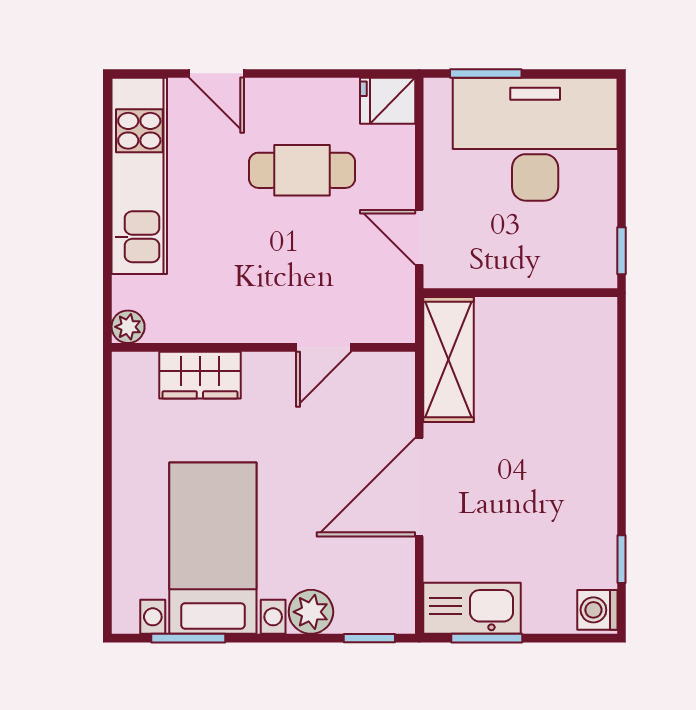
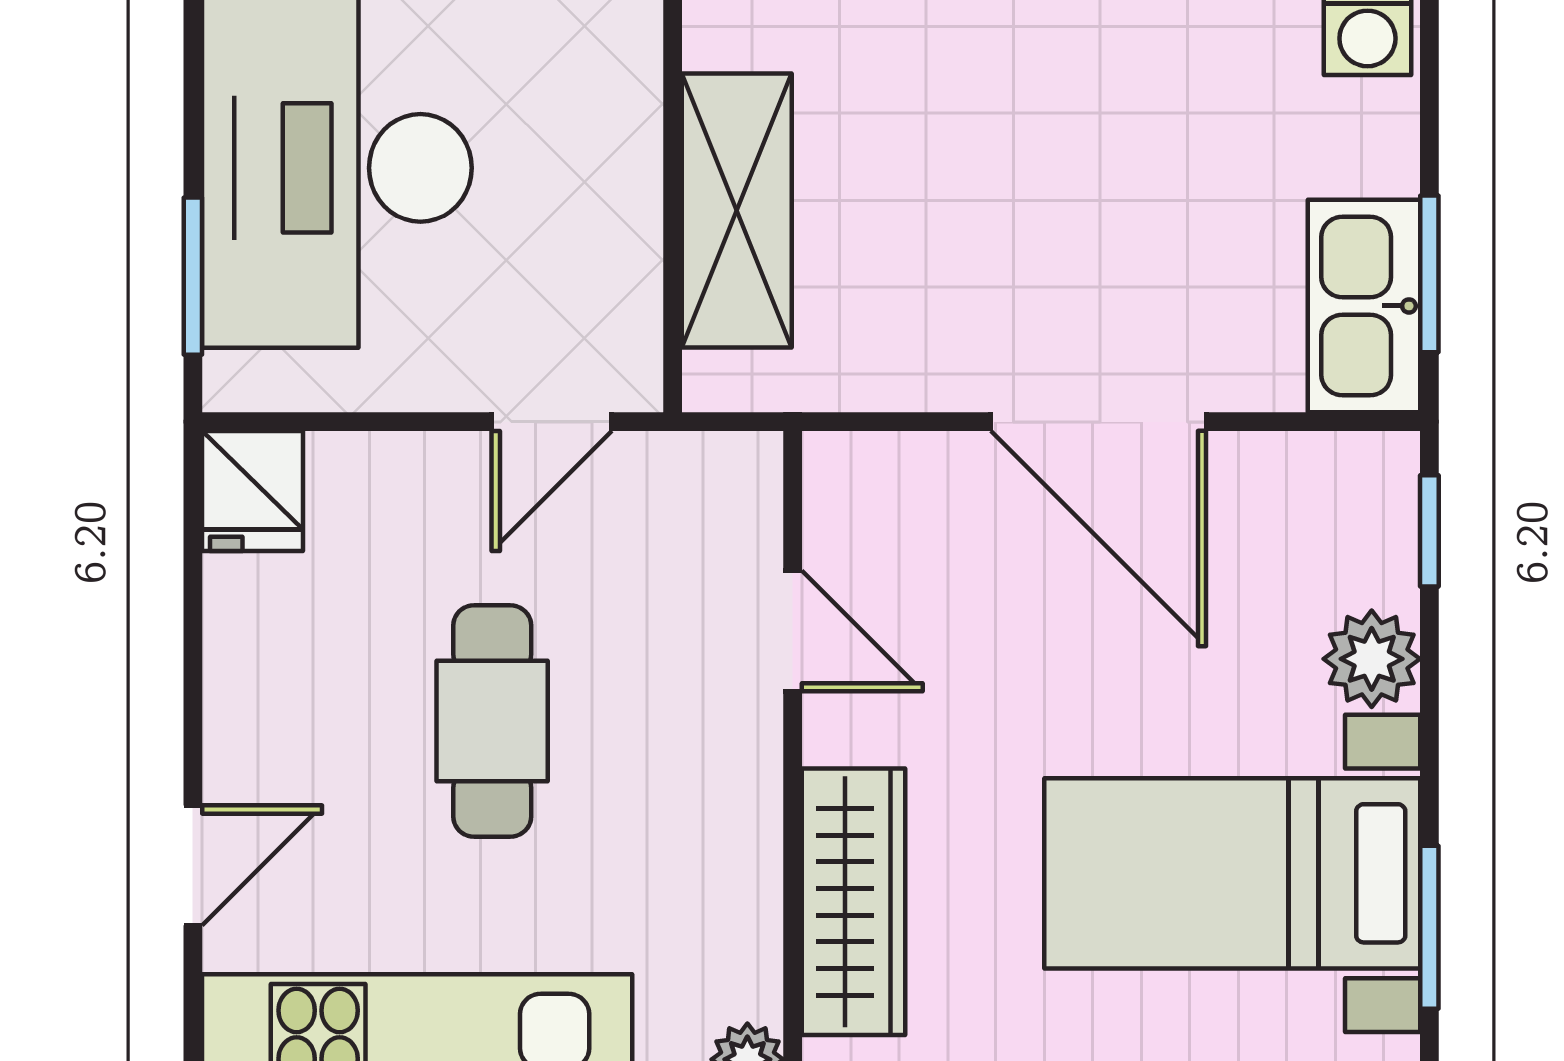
cafe table: (302, 170) -> (492, 721), moved
shelving: (449, 359) -> (737, 210), moved, turned 90
wardrobe: (200, 375) -> (853, 902), width x1.50

